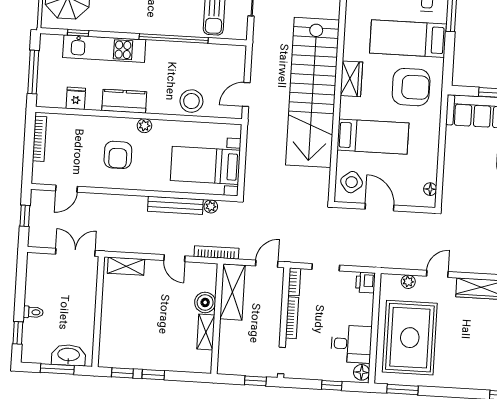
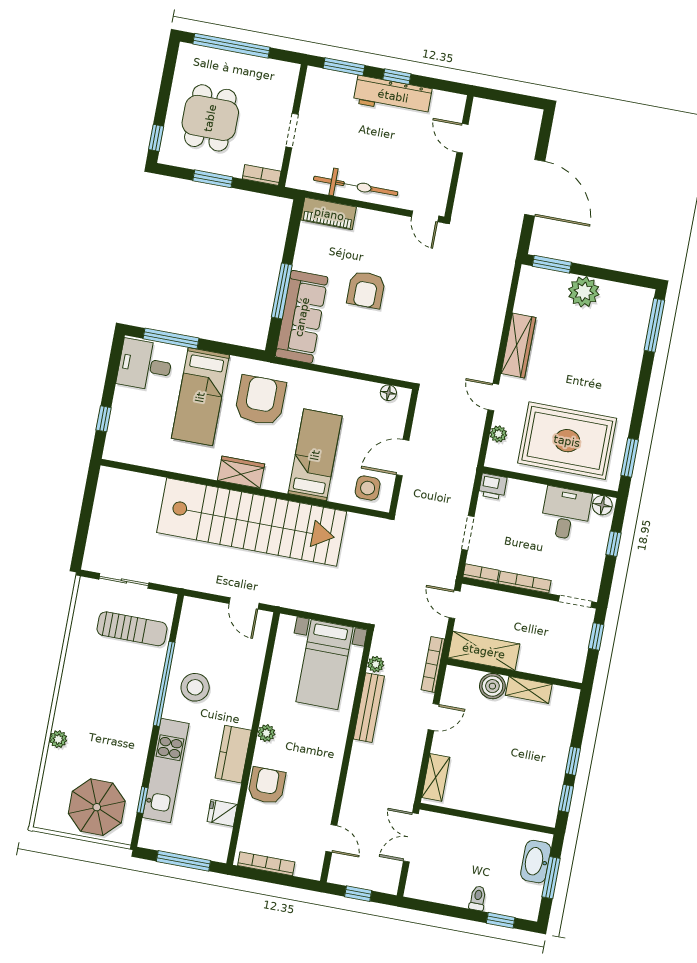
stool: (191, 101) -> (195, 687), moved
armchair: (118, 155) -> (267, 786), moved, turned -90
side table: (352, 182) -> (368, 488), turned 38

